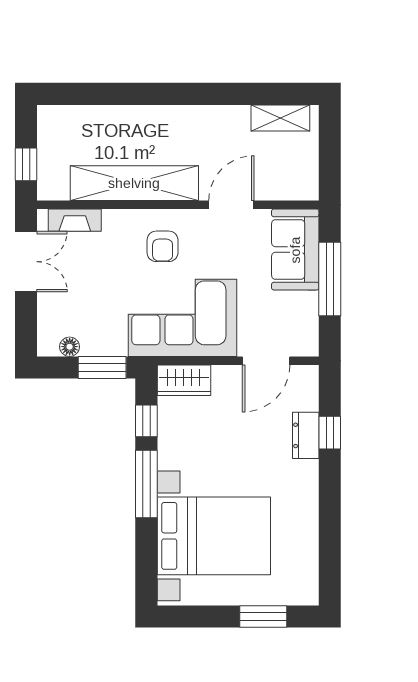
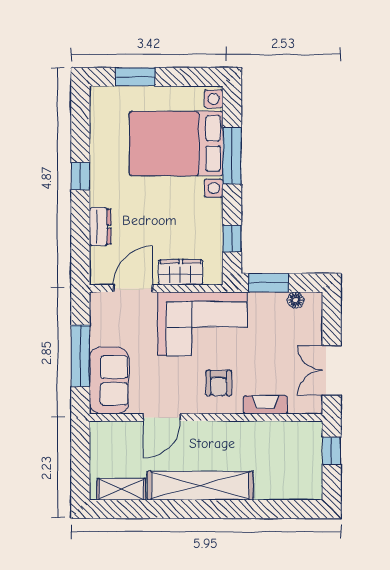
shelving: (134, 183) -> (200, 486), moved
fireplace: (75, 220) -> (265, 405), moved
armchair: (163, 246) -> (219, 383), turned 180
wardrobe: (184, 380) -> (181, 272), moved
window: (330, 433) -> (80, 176), moved
window: (146, 484) -> (232, 156), moved

